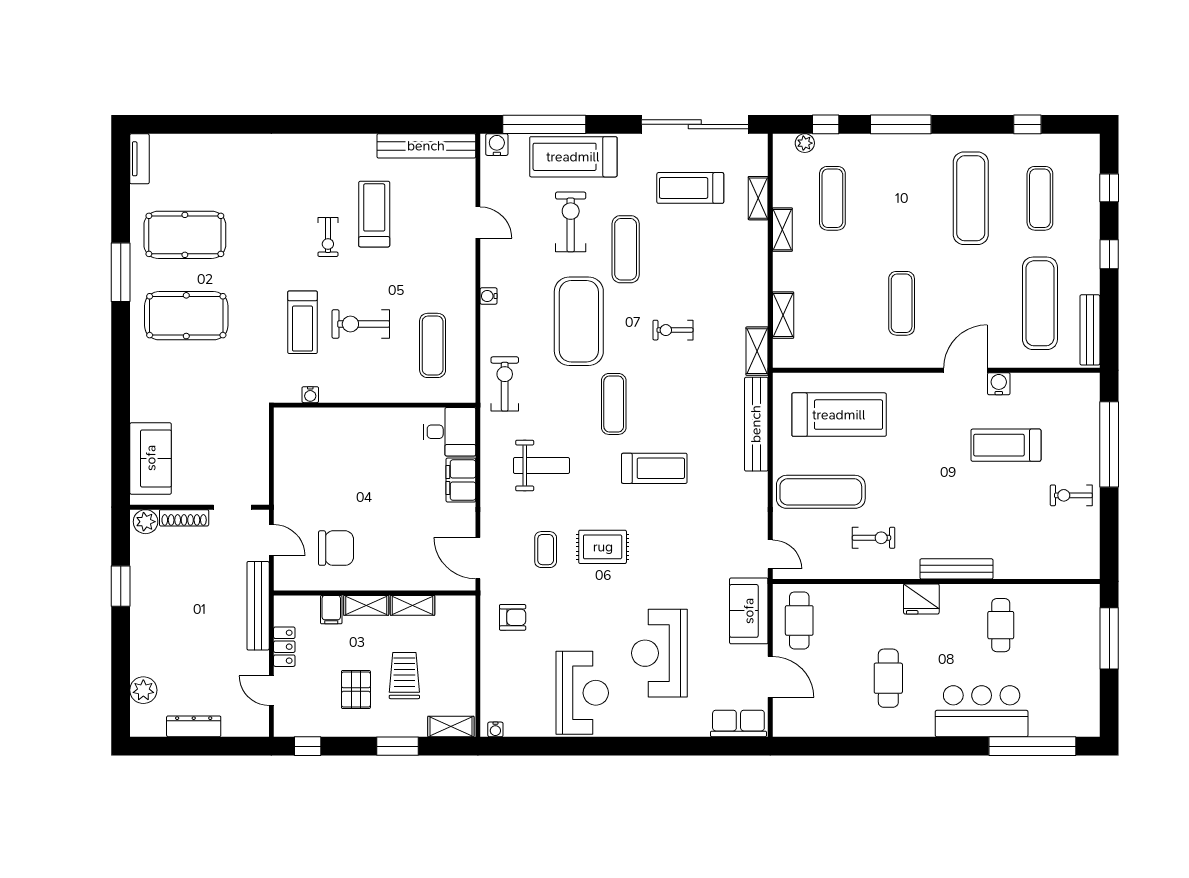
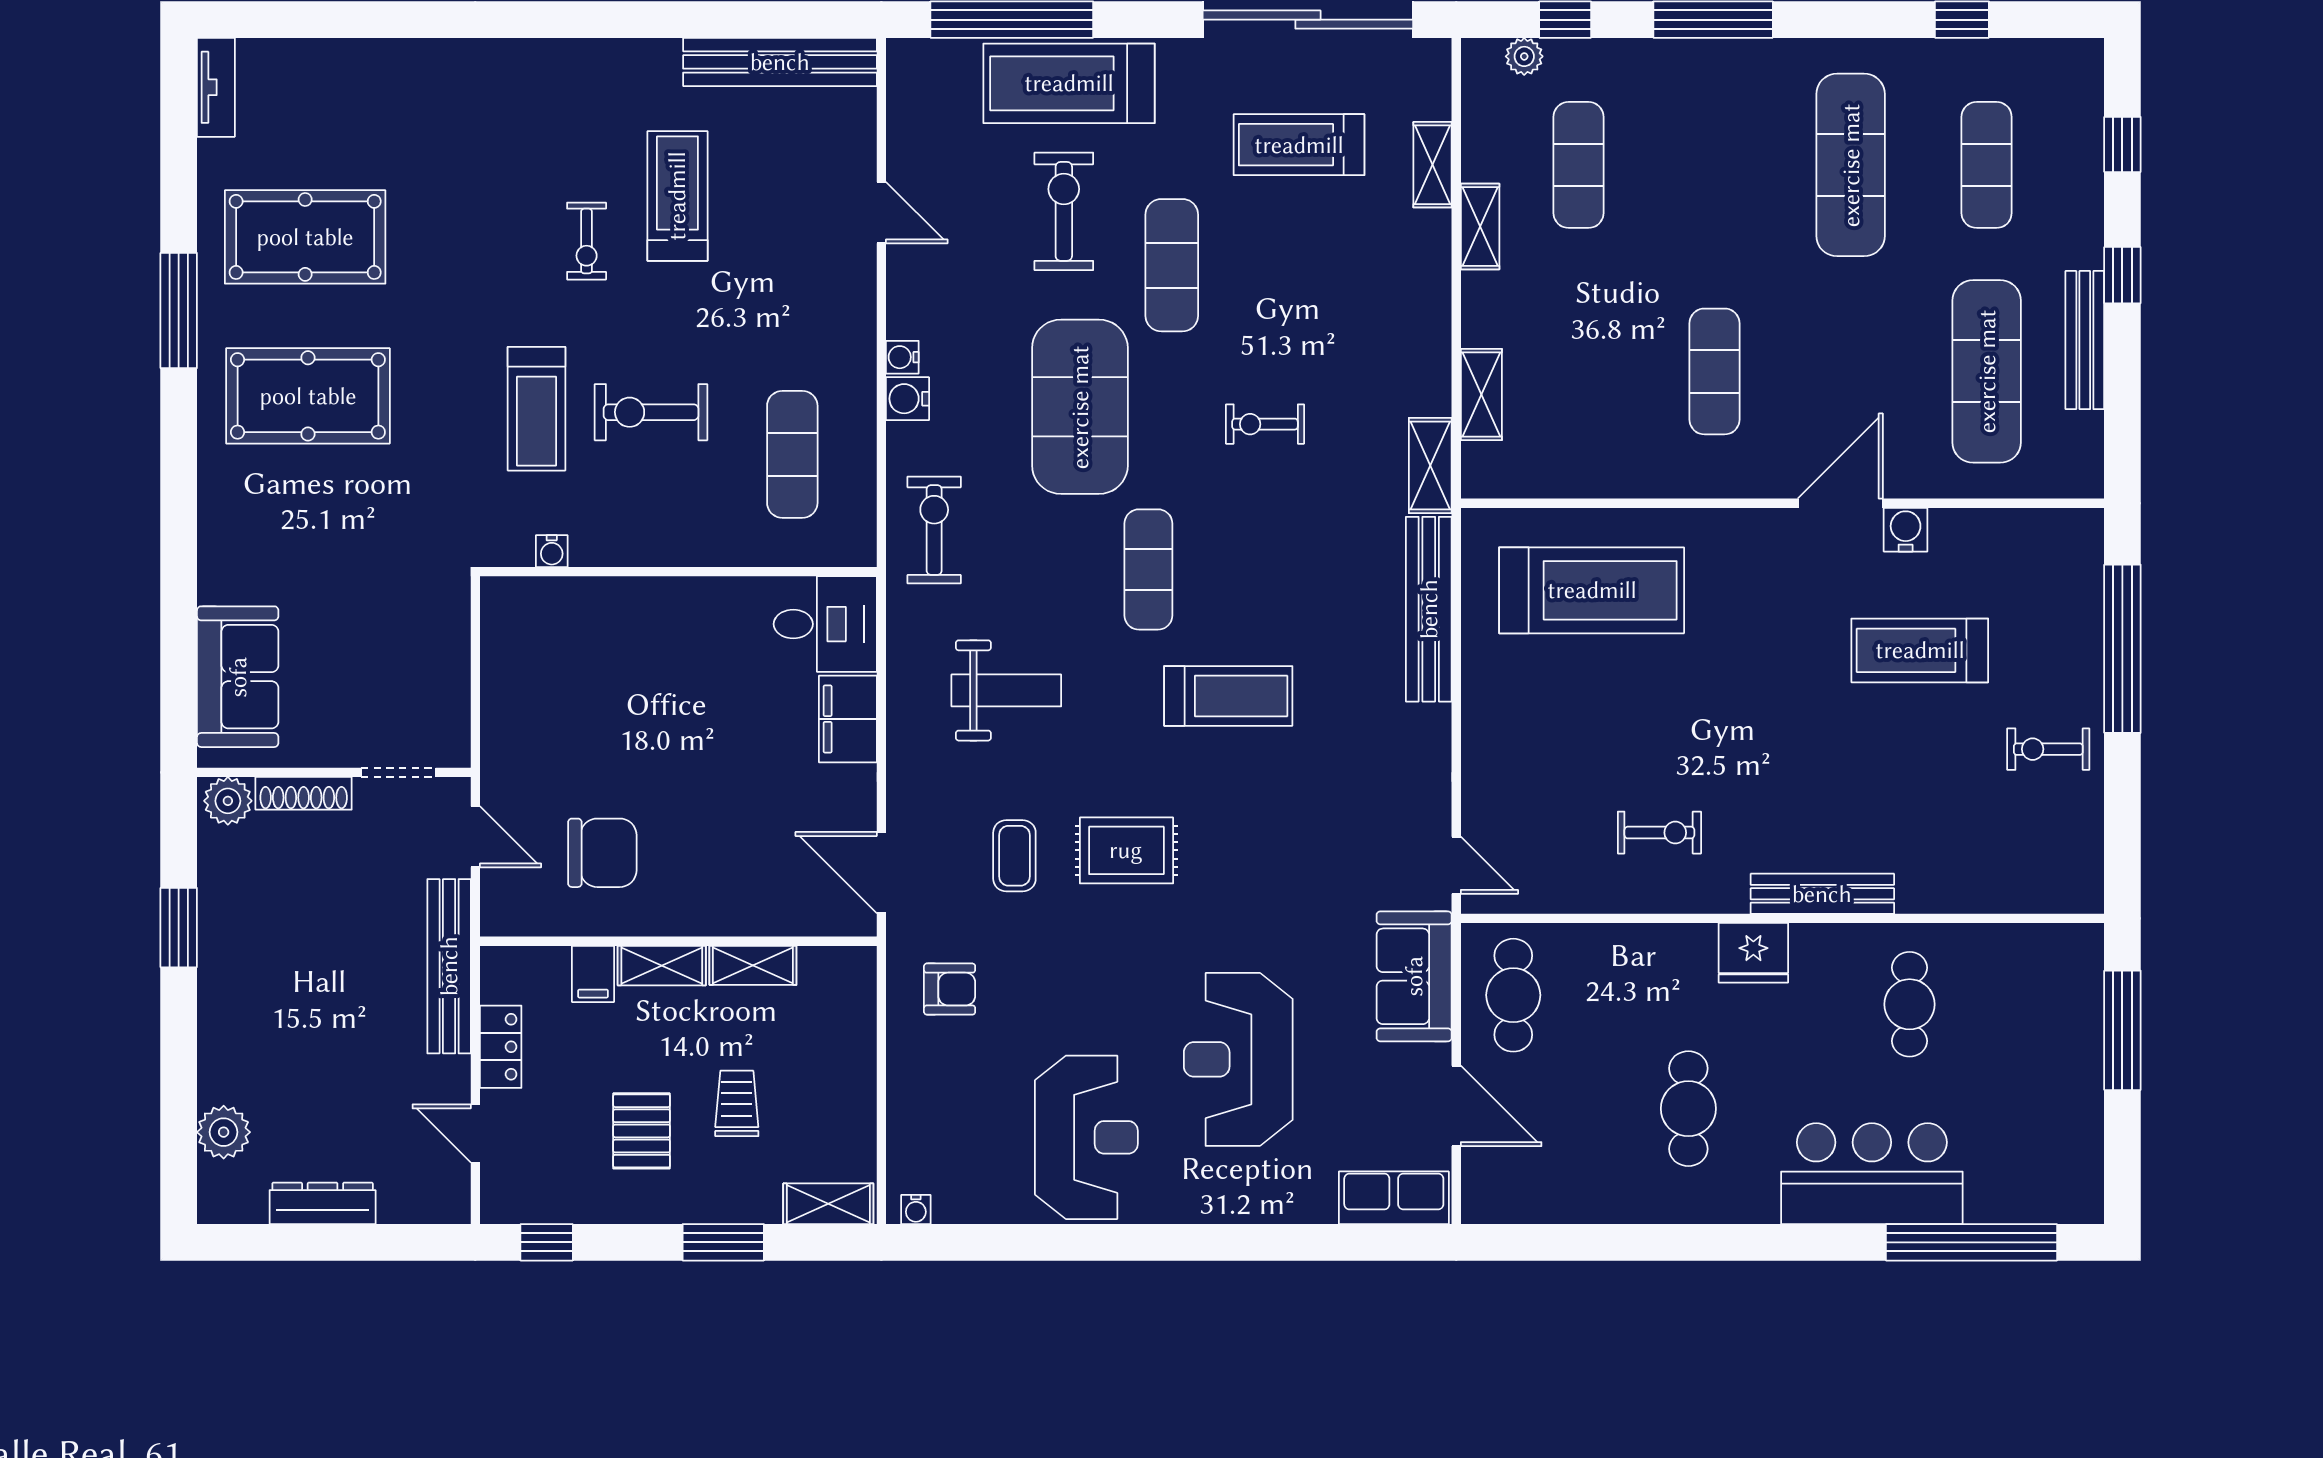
water cooler: (497, 145) -> (907, 399), moved, turned -90
bench: (1090, 330) -> (2085, 340), moved
exercise mat: (821, 492) -> (1556, 742), removed
trolley: (404, 676) -> (737, 1103), width x0.73, depth x0.72

